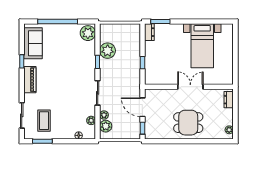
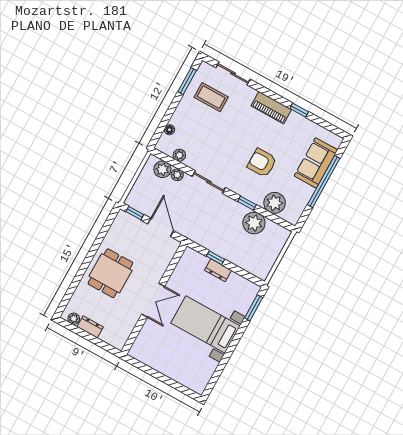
dresser: (149, 32) -> (218, 270), moved
plant: (88, 33) -> (275, 203), moved
sofa: (33, 43) -> (316, 163), moved, turned 90
bed with nightstands: (202, 46) -> (206, 324), moved
armchair: (67, 66) -> (262, 163), added
dresser: (229, 100) -> (90, 327), moved
door: (142, 107) -> (161, 227), hinge flipped

